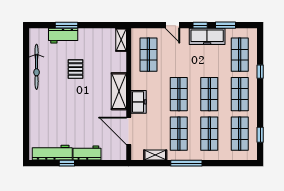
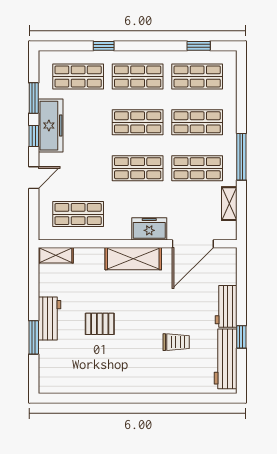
workbench: (63, 36) -> (49, 318), moved
bicycle: (37, 67) -> (96, 382), removed
trolley: (63, 120) -> (176, 342), added

